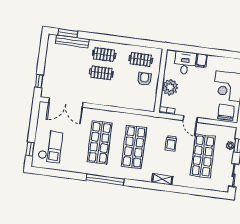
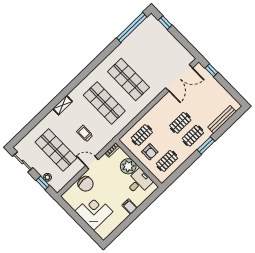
window: (68, 33) -> (206, 145), moved
desk: (185, 63) -> (139, 182), moved, turned -90
clothes rail: (136, 96) -> (142, 135), added
double door: (66, 103) -> (179, 78), swing flipped
chair: (226, 112) -> (86, 184), moved
checkout: (50, 147) -> (155, 40), removed
window: (105, 180) -> (132, 27), moved

